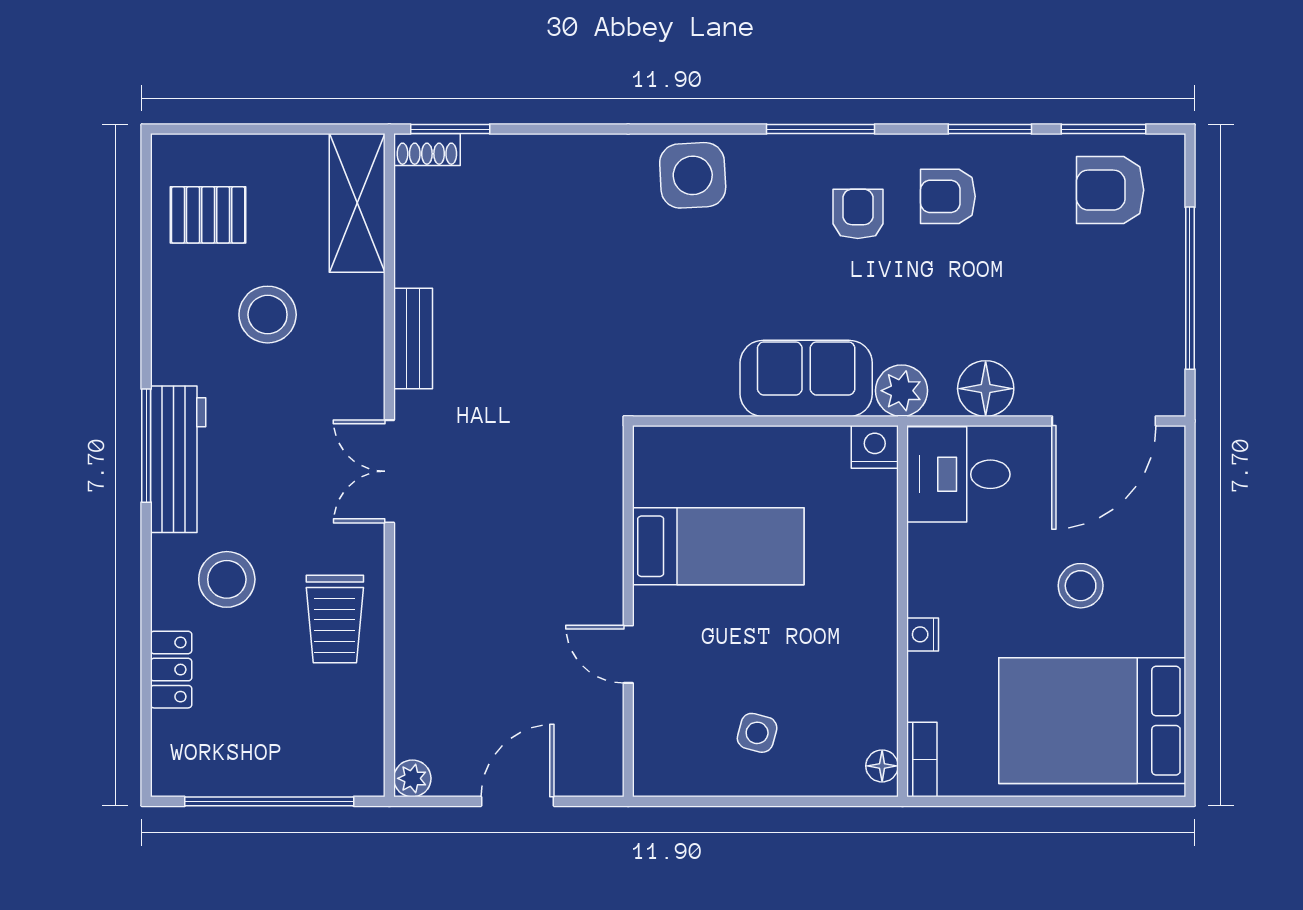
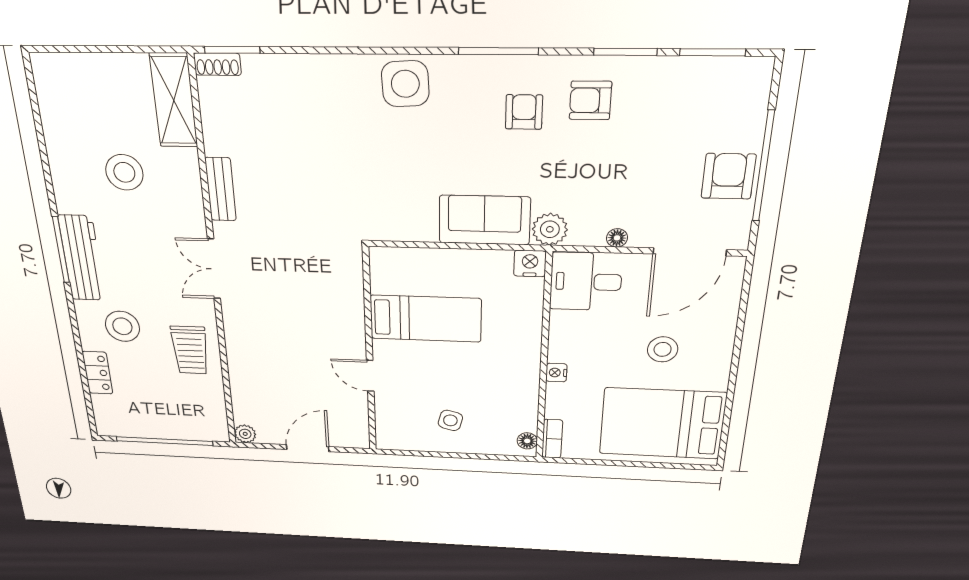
armchair: (1110, 190) -> (729, 176), moved, turned 90
pallet: (208, 215) -> (76, 107), removed
floor lamp: (986, 389) -> (617, 238), width x0.53, depth x0.53

